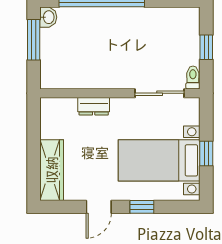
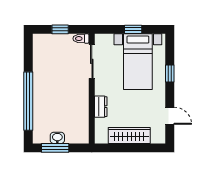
washbasin: (48, 17) -> (57, 138), moved
wardrobe: (52, 170) -> (129, 135), moved
door: (99, 207) -> (170, 116), moved

